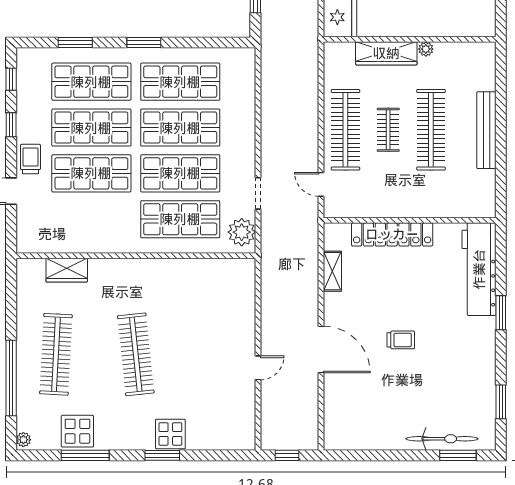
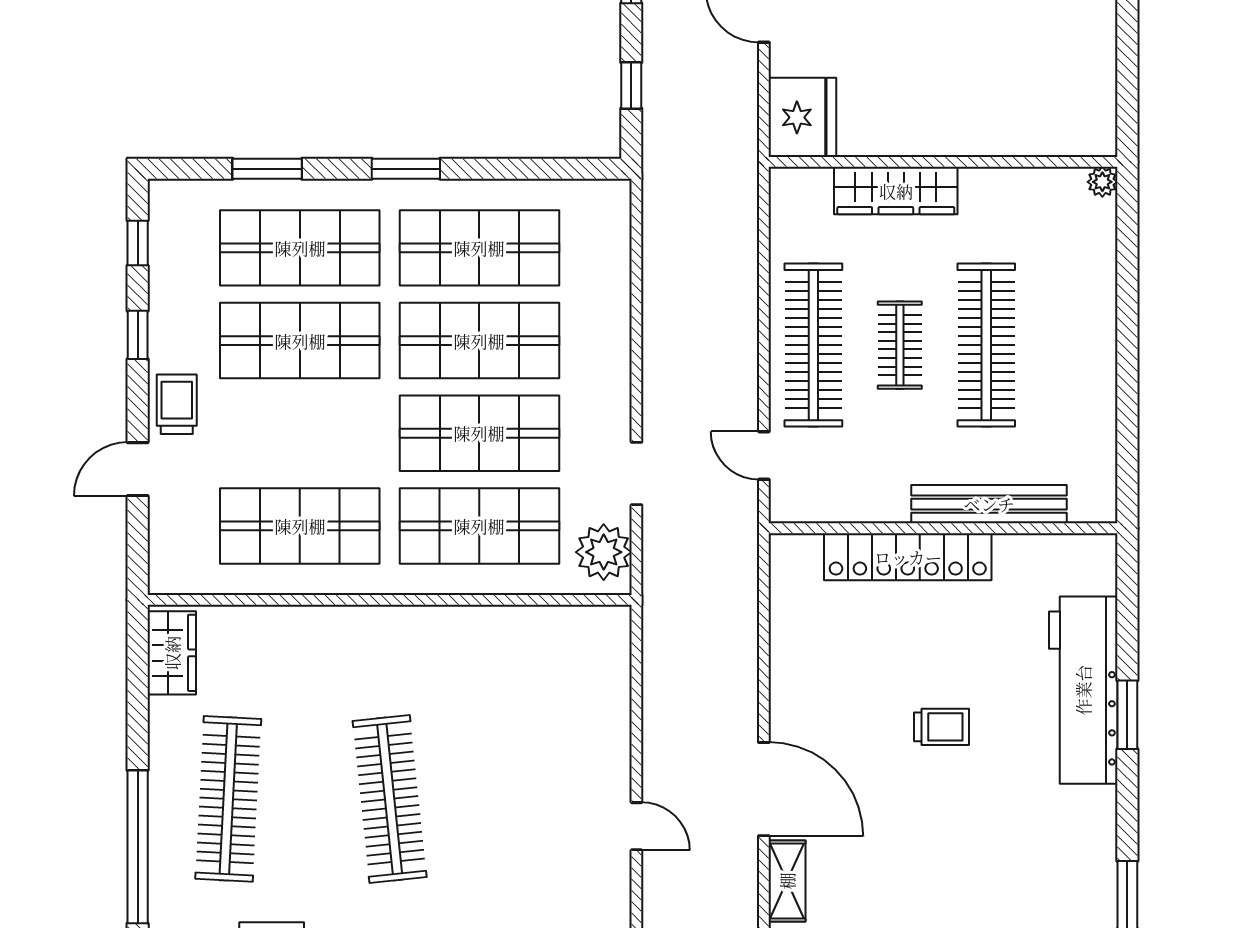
plant: (426, 49) -> (1102, 182), moved
bench: (486, 130) -> (989, 504), moved, turned 90
shop shelf: (91, 173) -> (300, 526), moved
workbench: (479, 269) -> (1083, 690), moved
wardrobe: (67, 270) -> (172, 653), moved, turned -90
shelving: (332, 271) -> (787, 881), moved
trolley: (401, 340) -> (941, 727), moved
door: (258, 368) -> (636, 826), hinge flipped

